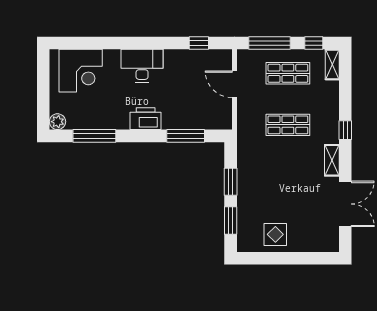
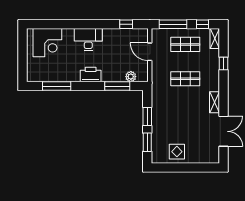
plant: (57, 122) -> (131, 77), moved
window: (345, 130) -> (223, 63), moved

